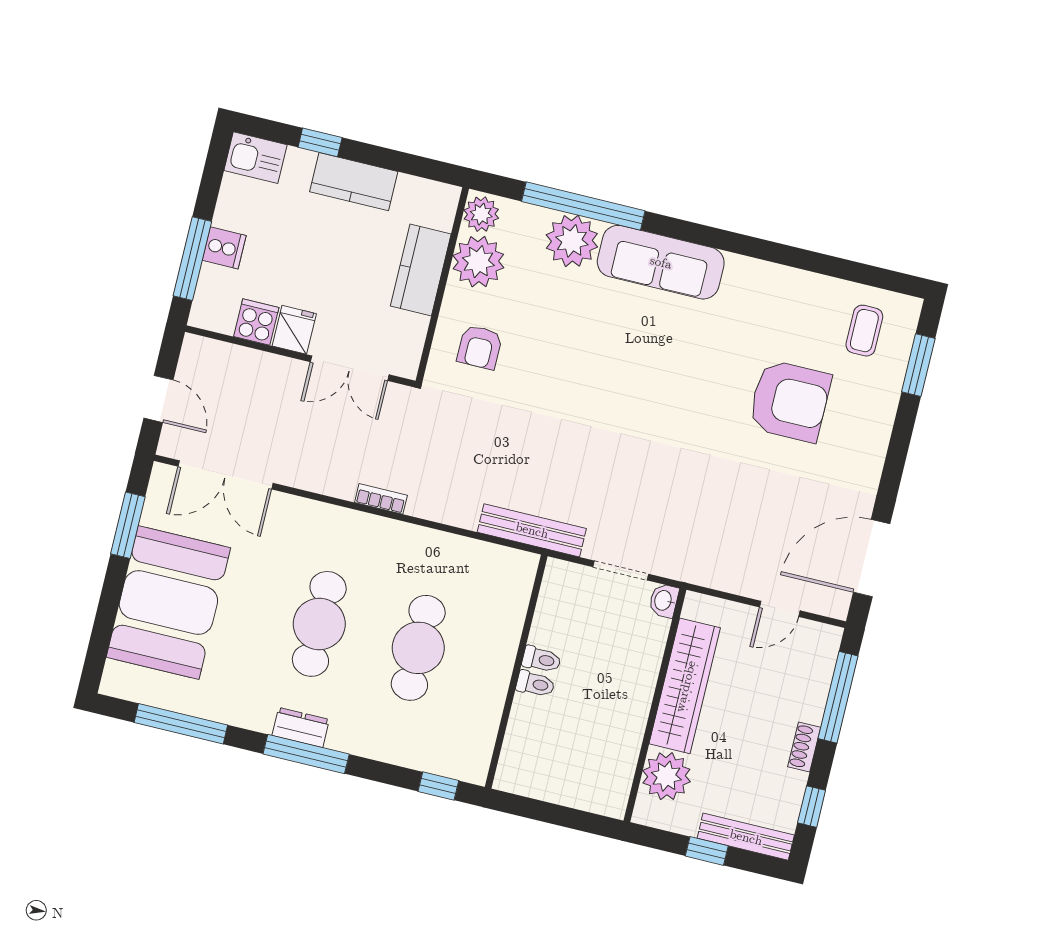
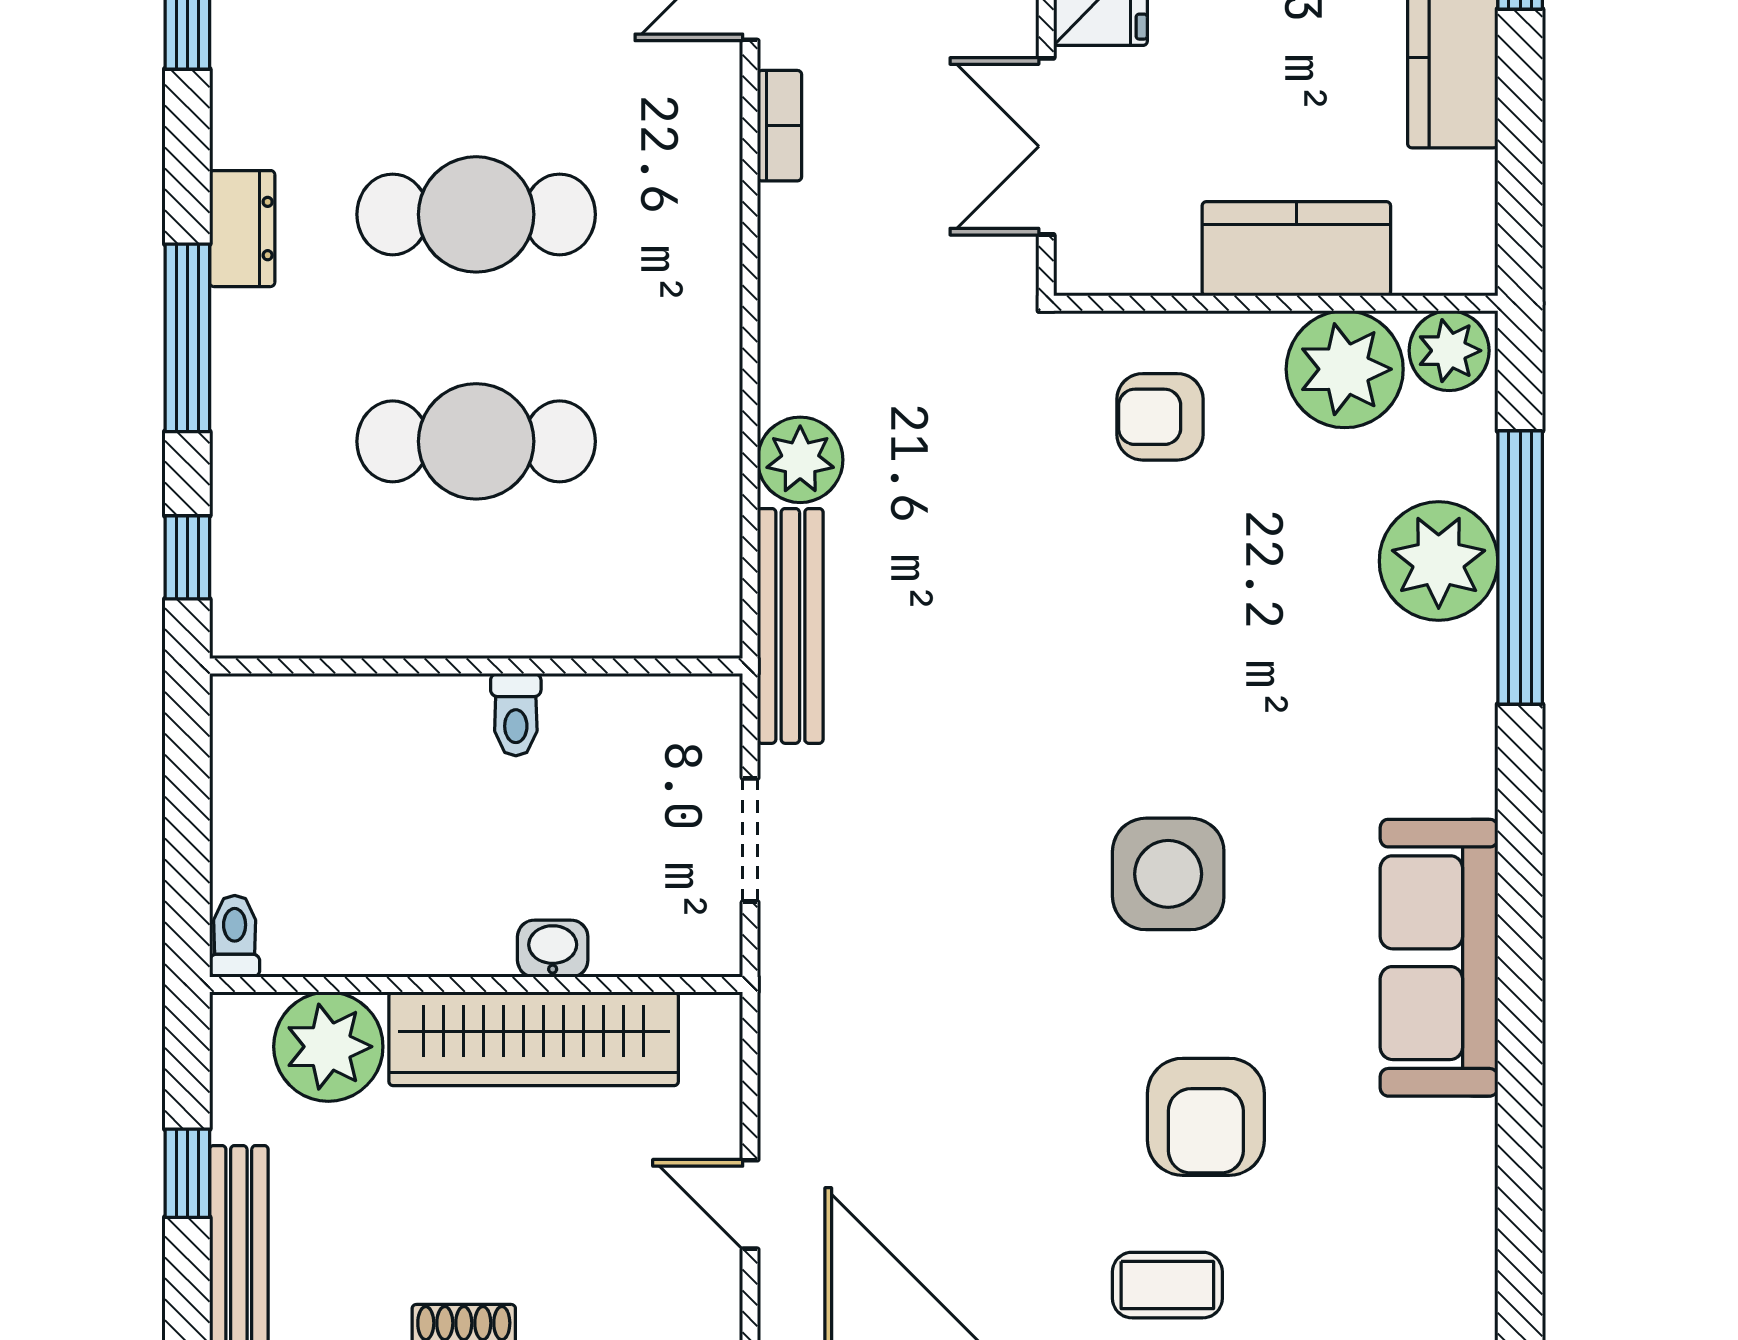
sofa: (661, 262) -> (1439, 958), moved
coffee table: (864, 331) -> (1167, 1285), moved
side table: (680, 392) -> (1168, 874), added
armchair: (790, 401) -> (1206, 1117), width x0.73, depth x0.73
bookcase: (381, 499) -> (780, 126), moved
plant: (460, 509) -> (800, 460), added
washbasin: (664, 601) -> (553, 949), moved
toilet: (535, 684) -> (235, 936), moved, turned 180
window: (306, 754) -> (187, 338), moved

